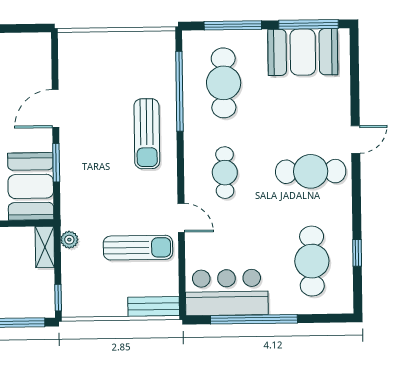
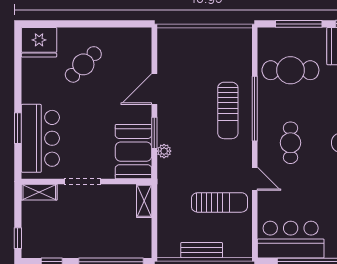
cafe table: (224, 83) -> (290, 70), turned 90
window: (179, 91) -> (255, 109), moved
plant: (69, 240) -> (164, 151), moved
window: (58, 298) -> (154, 242), removed
bench: (154, 307) -> (202, 250), moved

